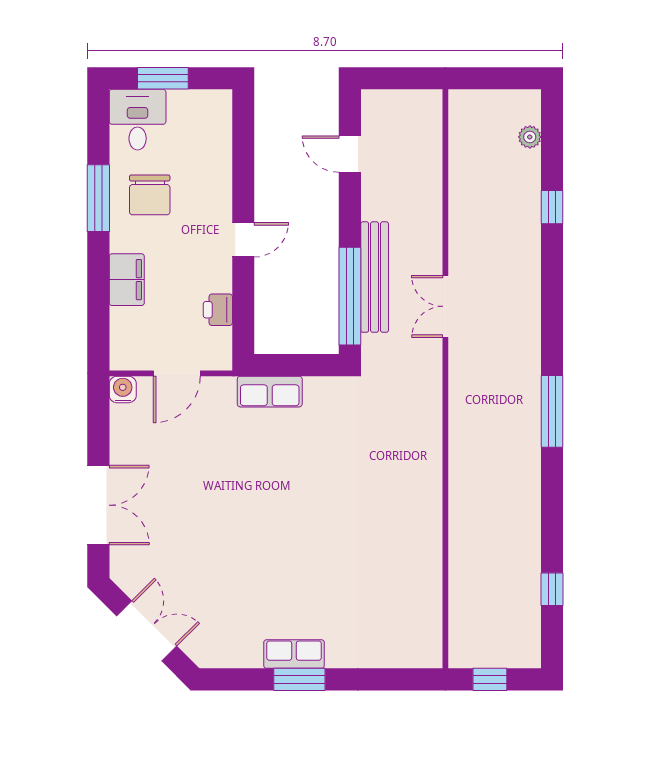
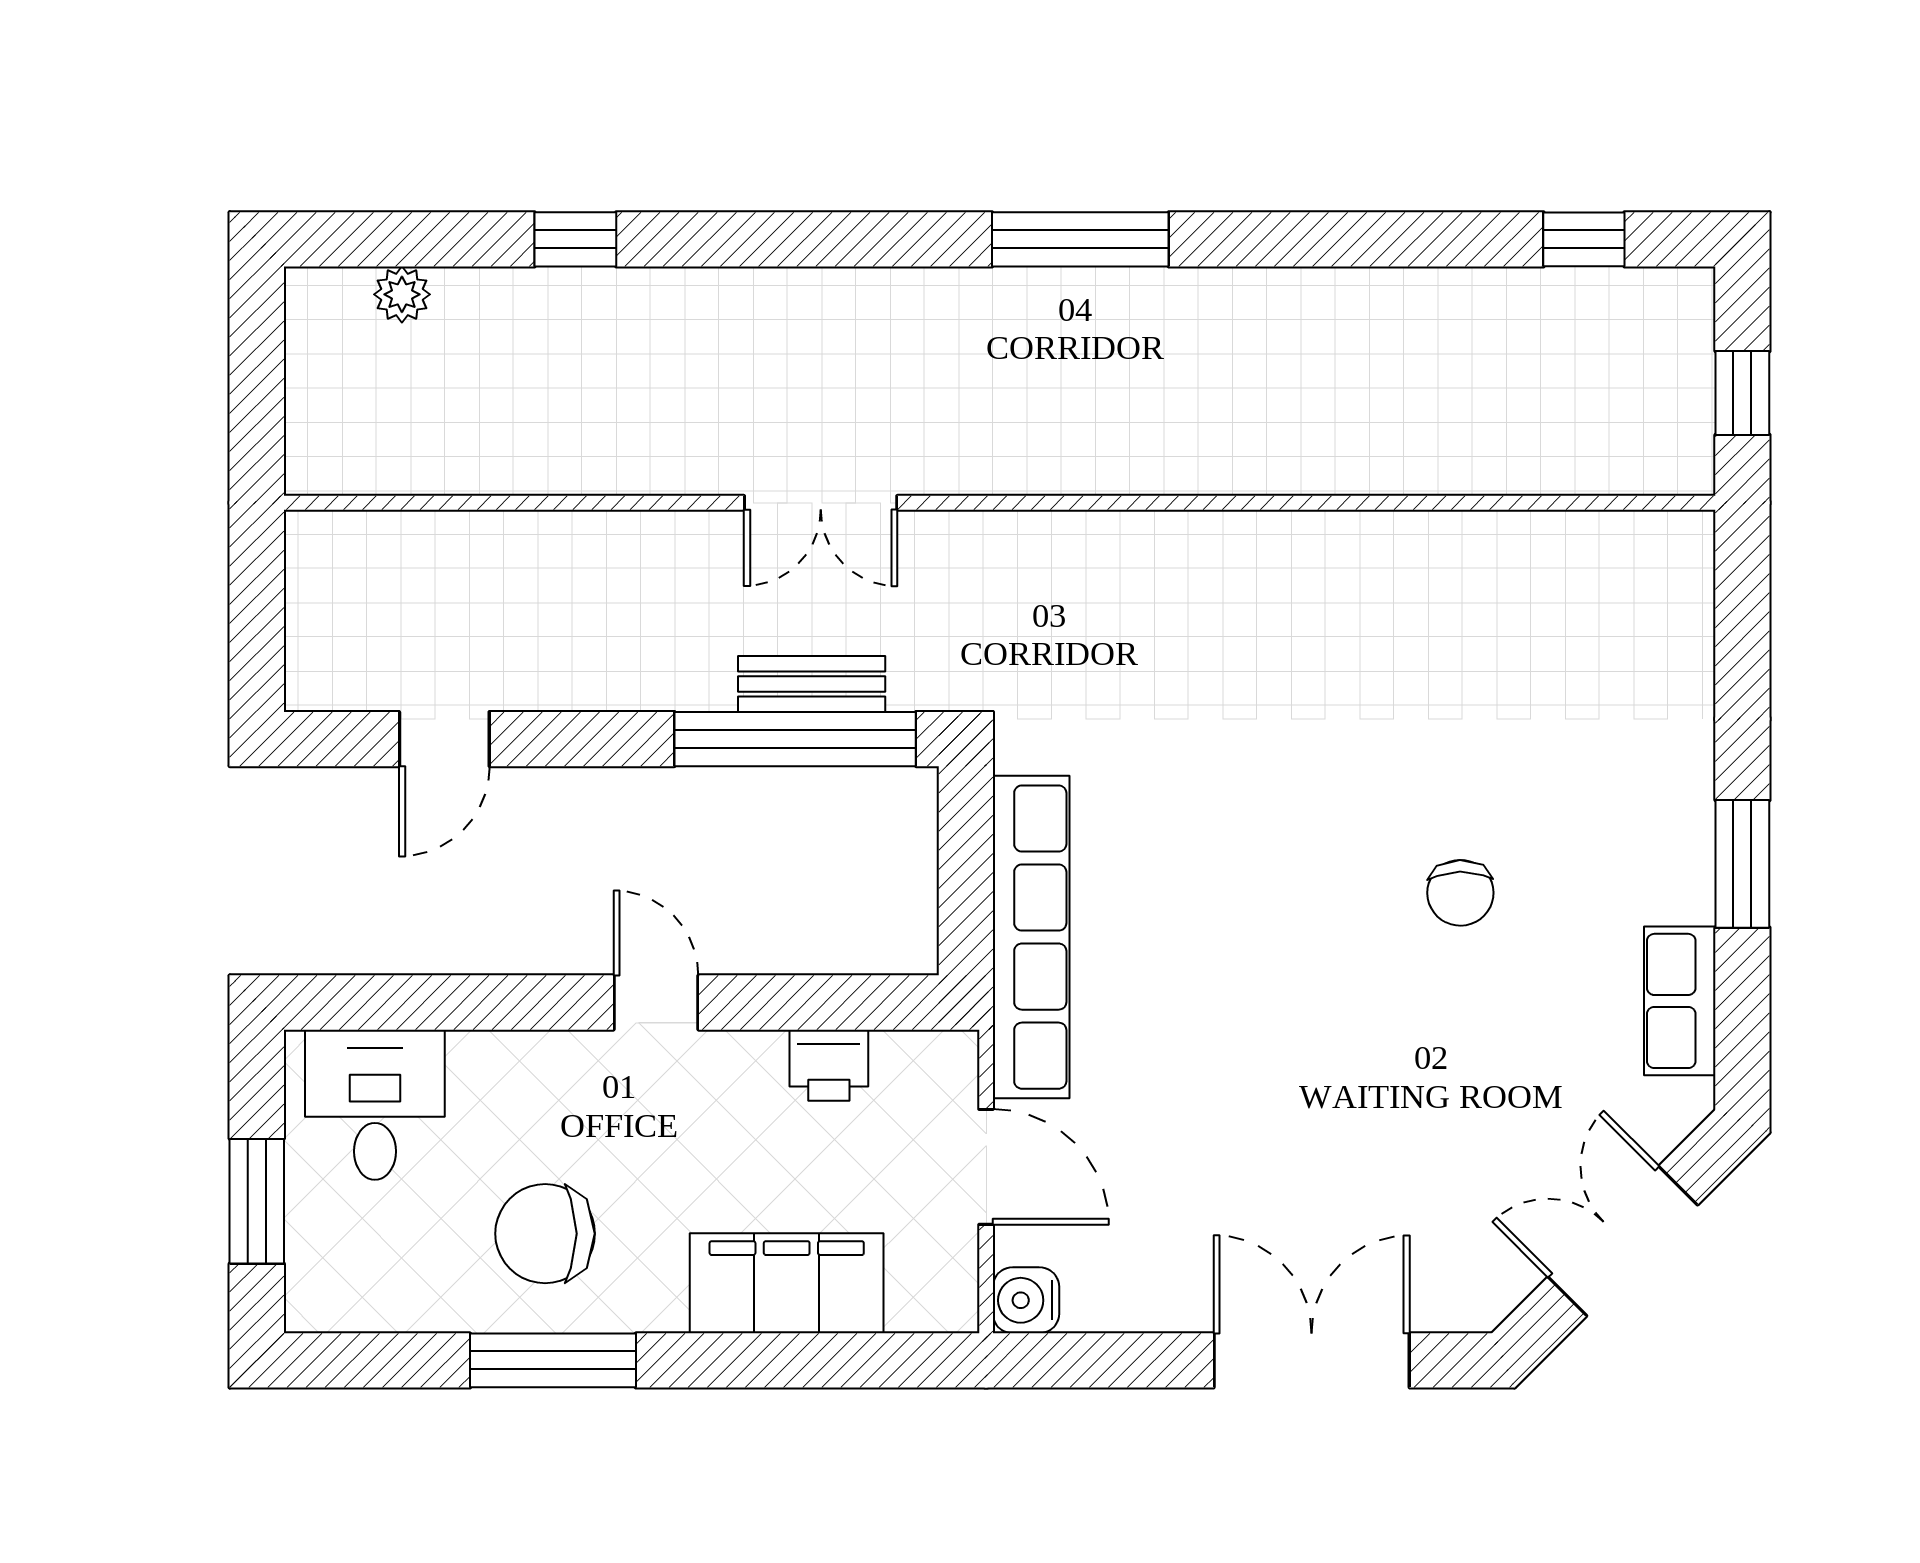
desk: (138, 120) -> (375, 1105), moved, turned 90
chair: (150, 195) -> (545, 1234), turned 180
bench: (375, 277) -> (812, 684), width x0.54, depth x0.82
filing cabinet: (127, 280) -> (787, 1283), width x1.50, depth x1.17
row of seats: (270, 392) -> (1031, 937), width x2.02
chair: (288, 565) -> (1460, 893), added
window: (552, 589) -> (1584, 239), moved
row of seats: (294, 654) -> (1680, 1001), moved

